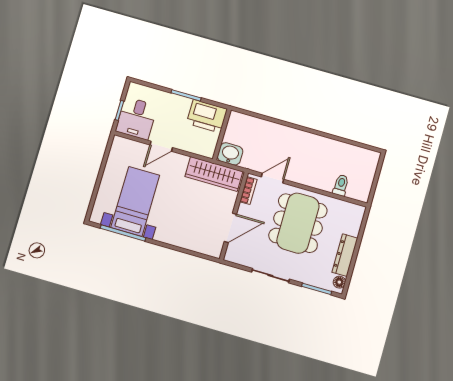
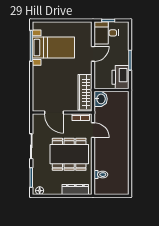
door: (161, 146) -> (93, 54), swing flipped
dresser: (345, 255) -> (75, 189), moved

